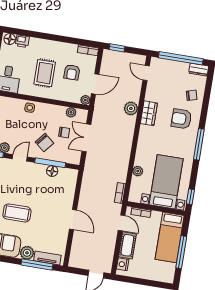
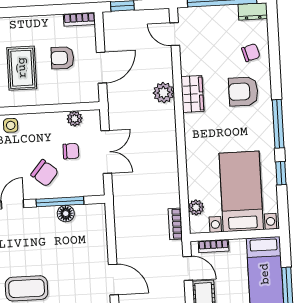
armchair: (72, 72) -> (62, 58), turned 91
plant: (85, 100) -> (92, 95), removed
double door: (86, 138) -> (106, 152), swing flipped
plant: (138, 171) -> (196, 207), moved
window: (190, 197) -> (281, 173), moved

